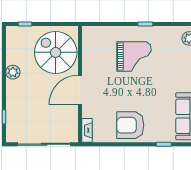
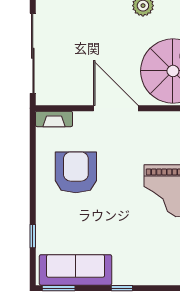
armchair: (130, 125) -> (76, 172), moved

